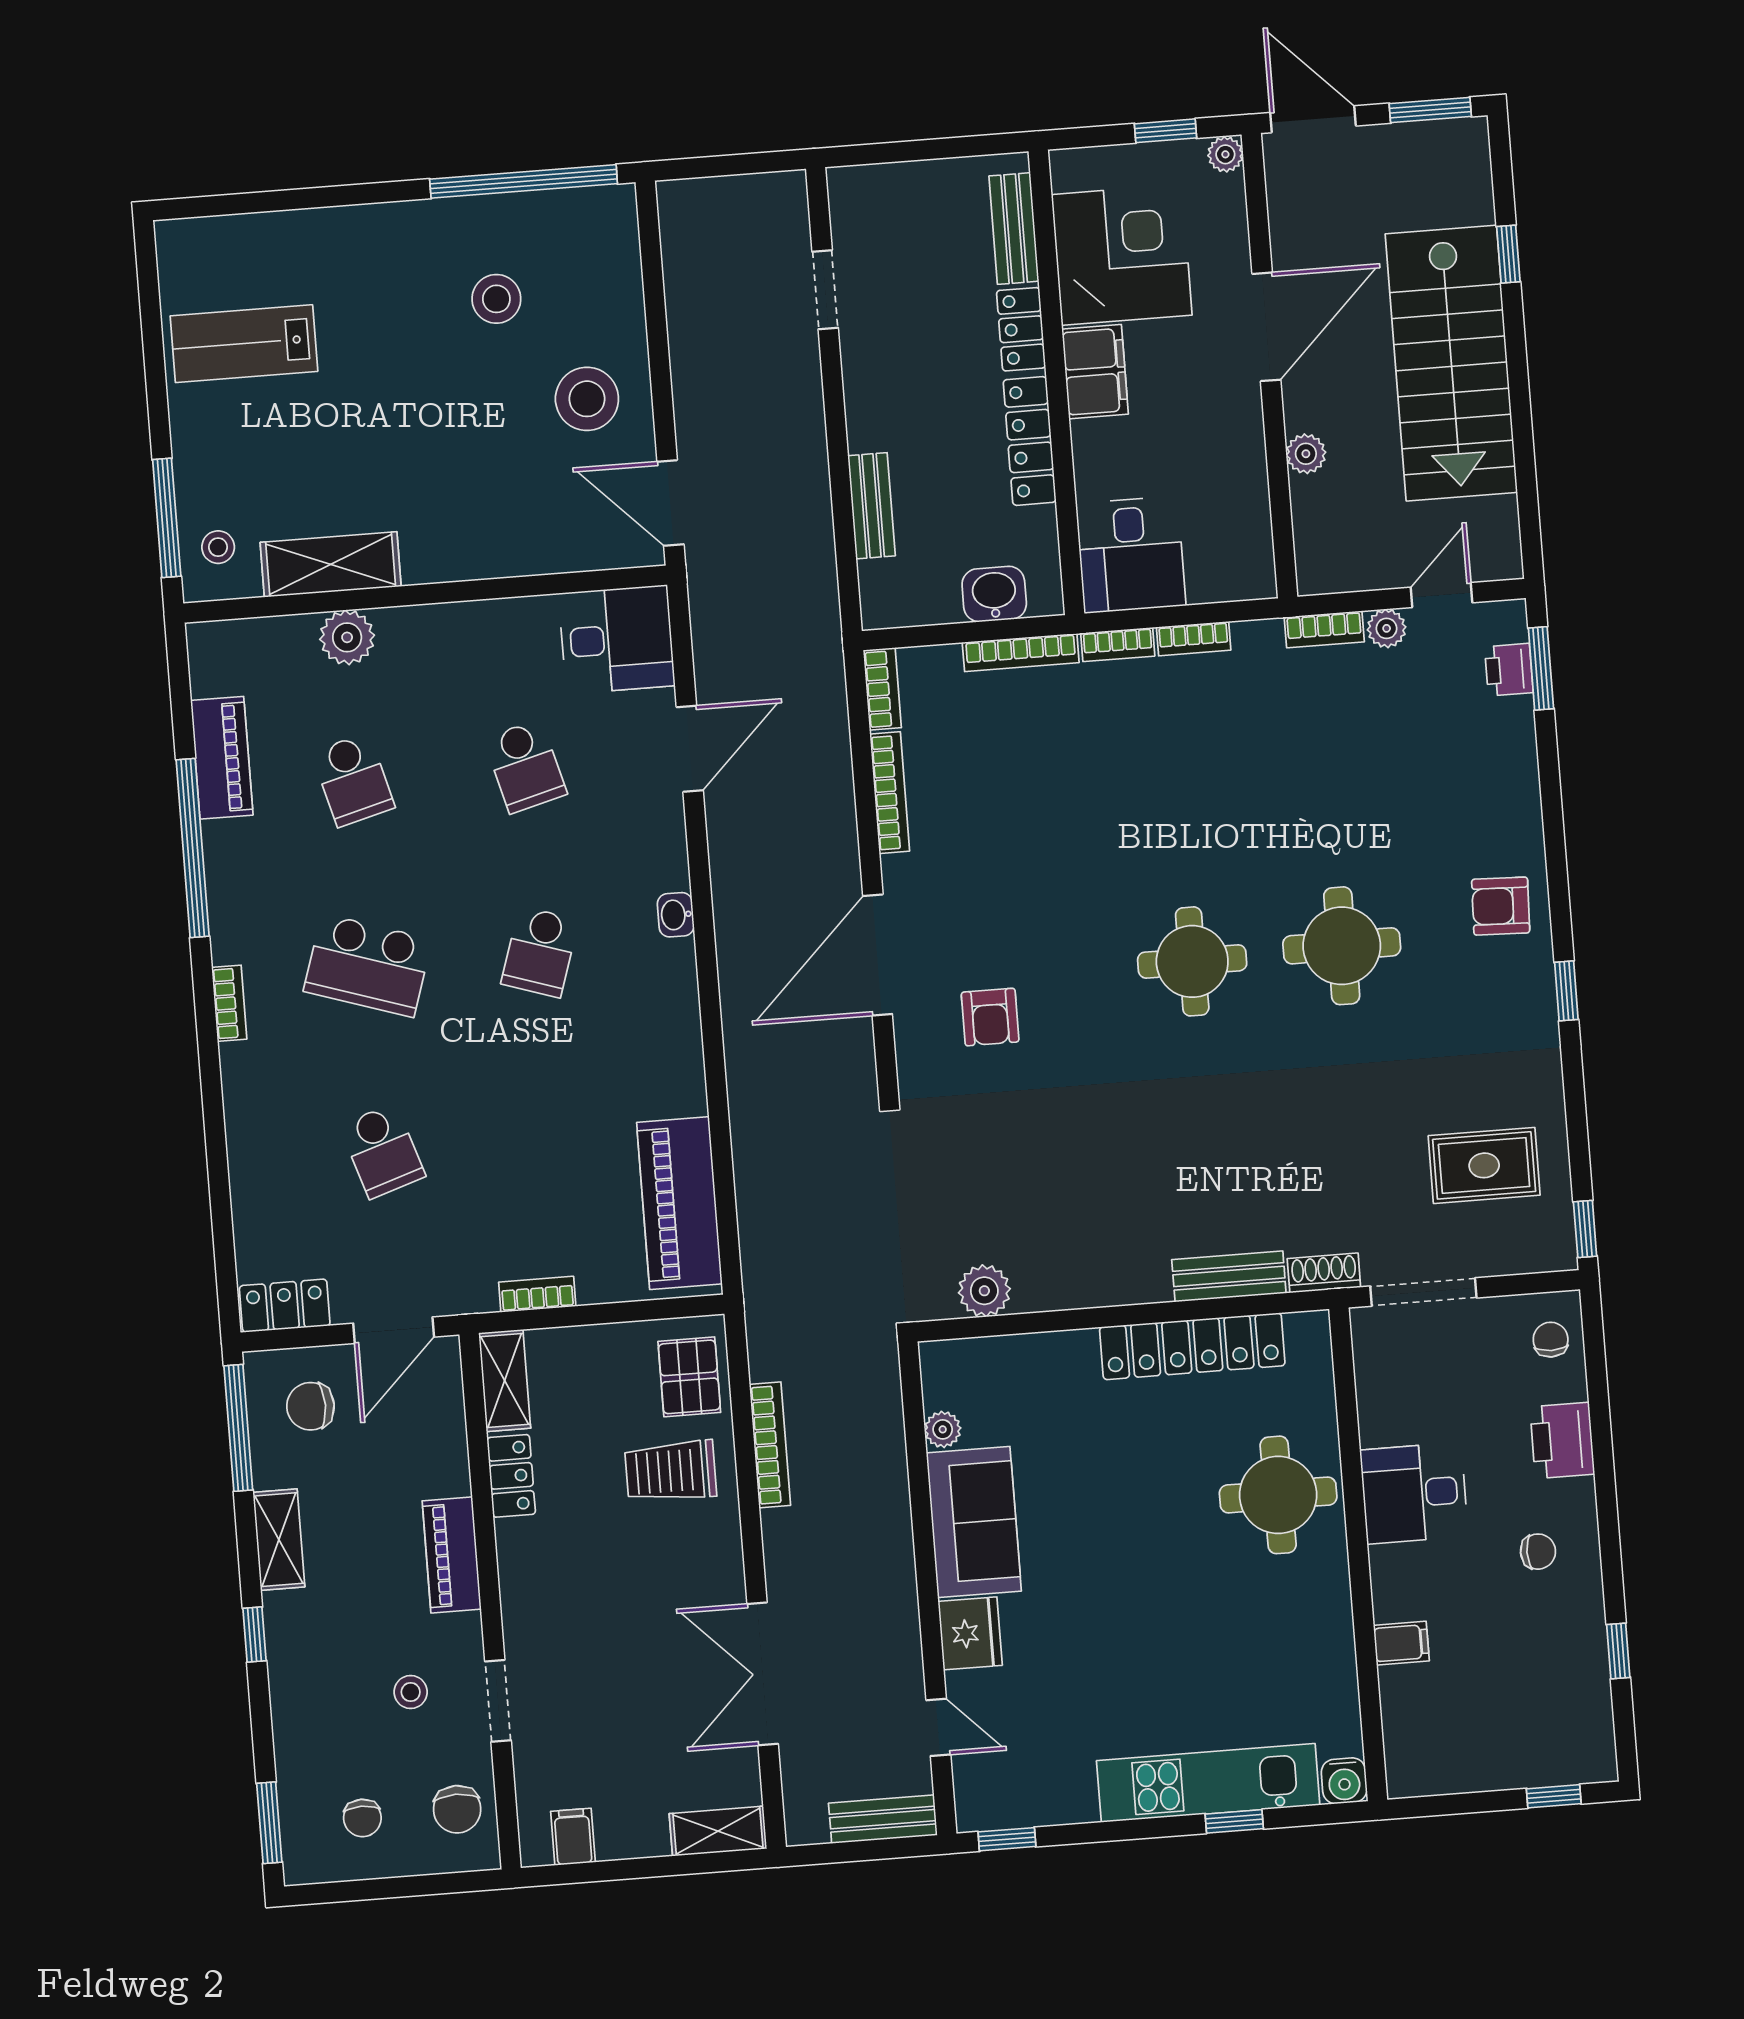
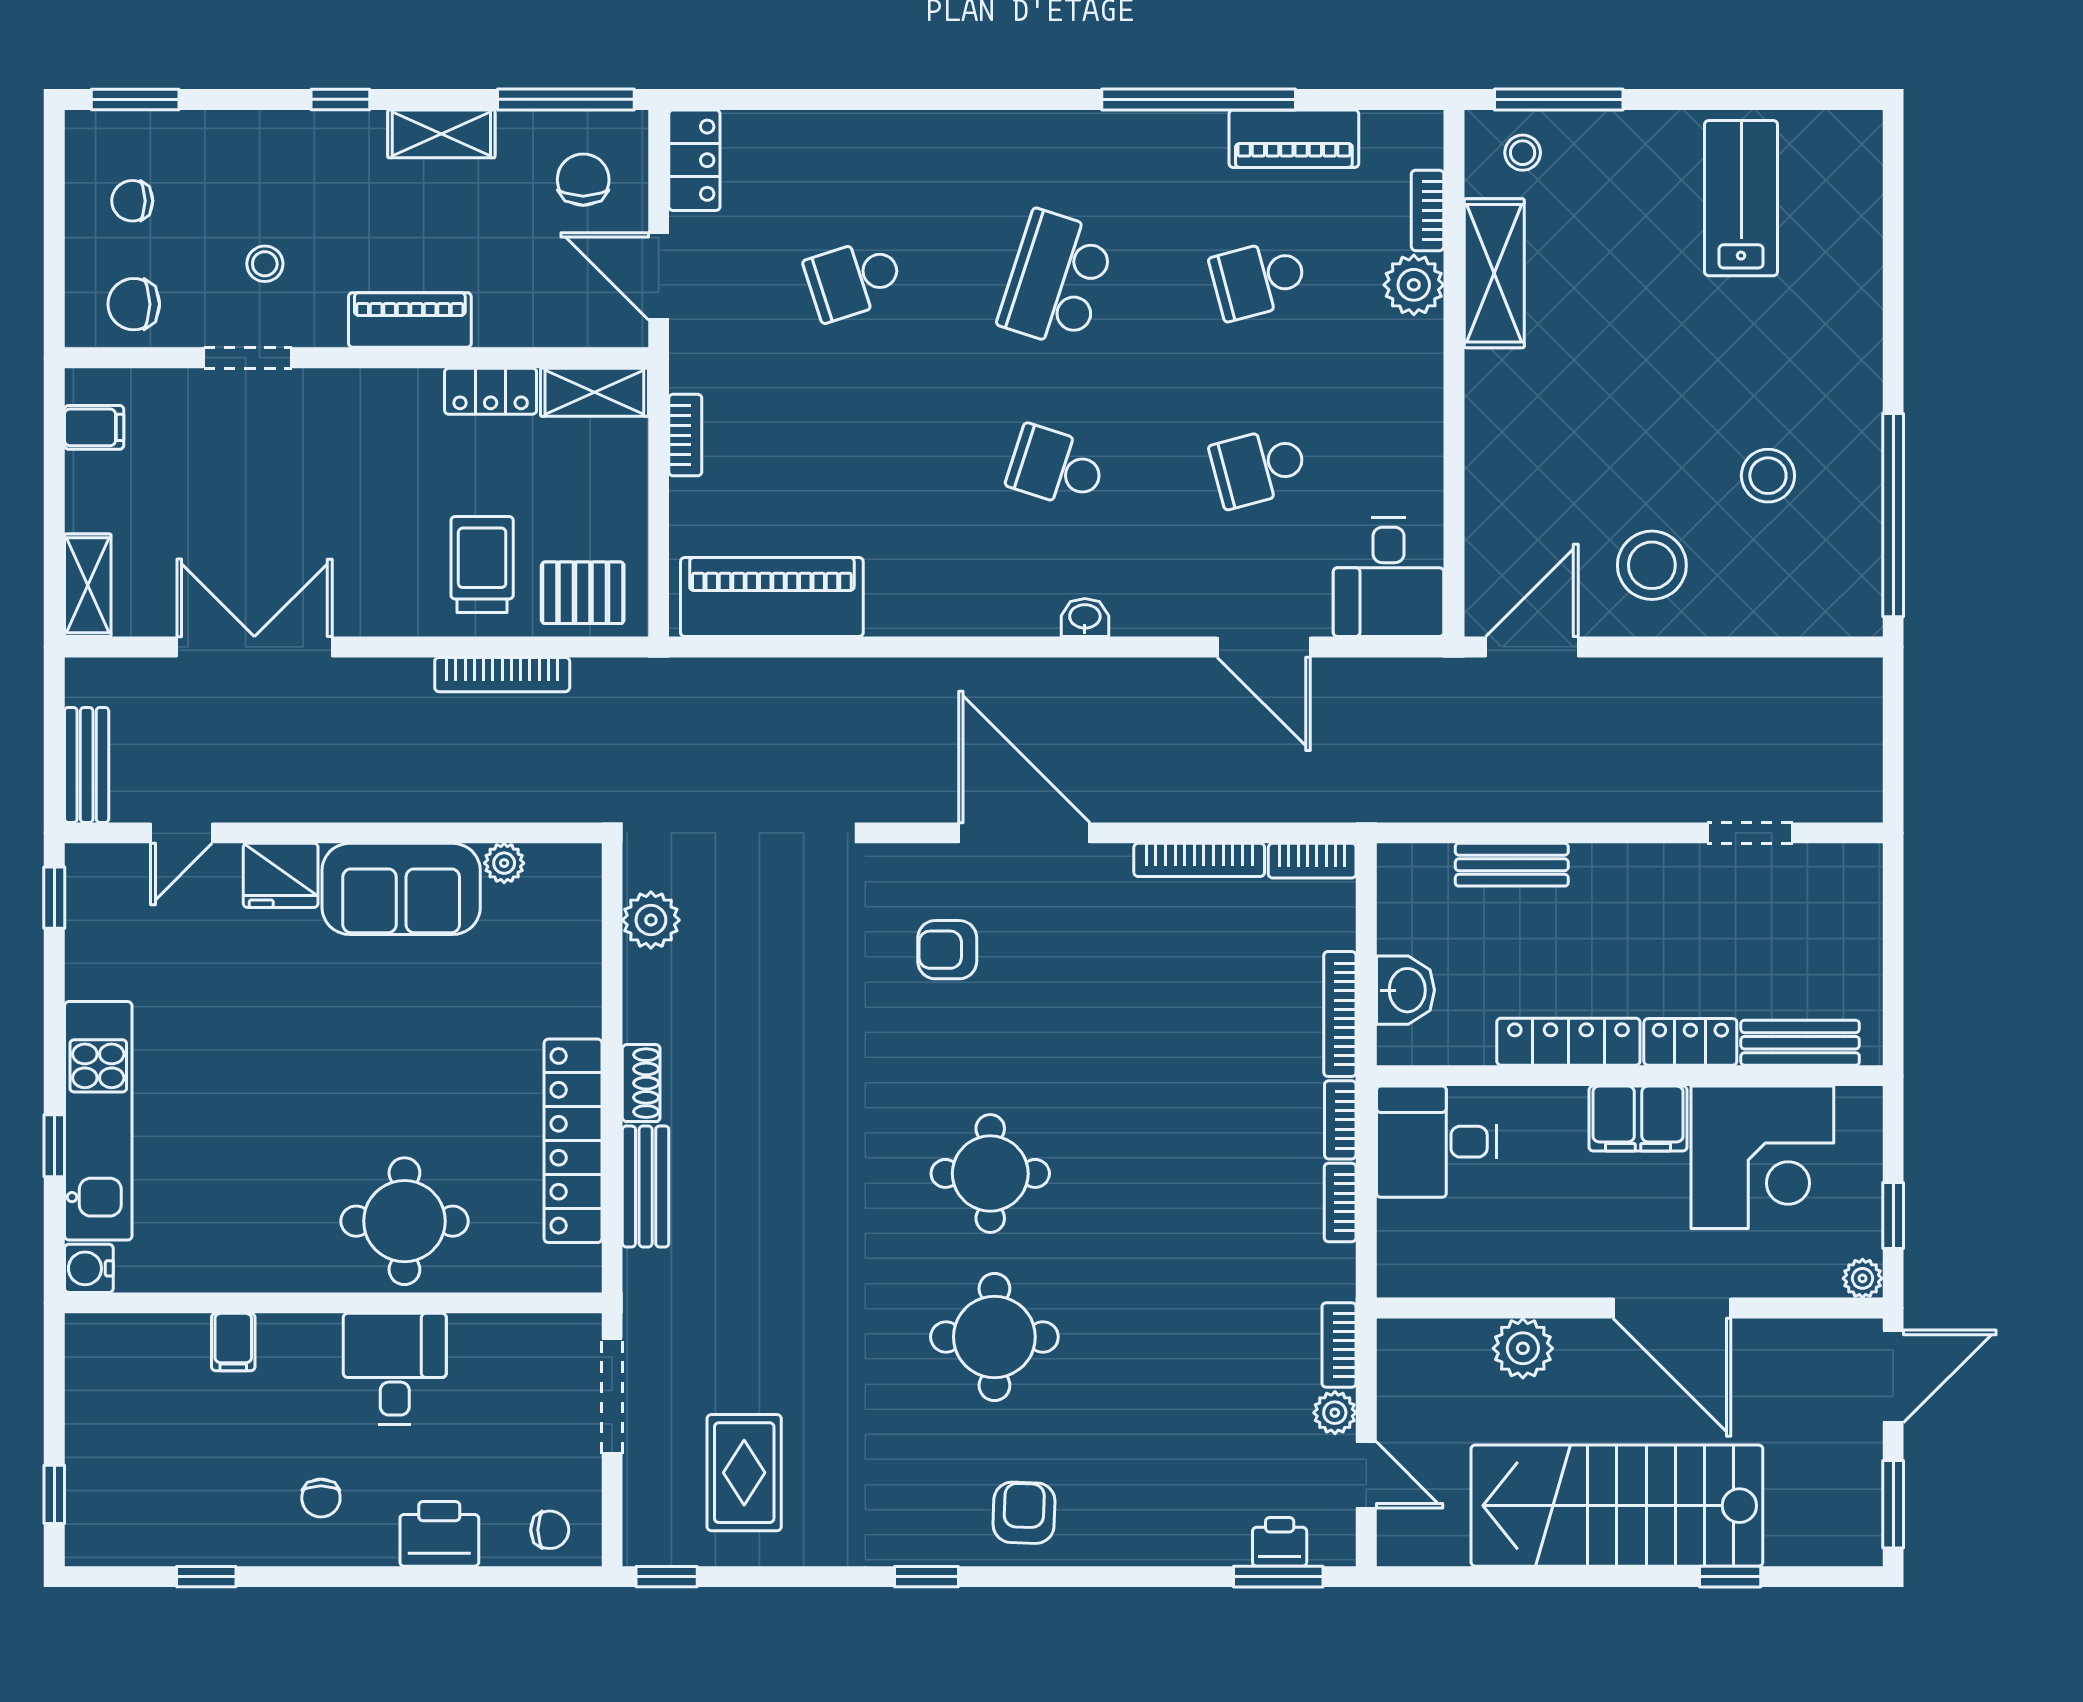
plant: (1306, 454) -> (1523, 1348), width x1.38, depth x1.38
bookcase: (229, 1003) -> (1428, 210), moved, turned 90
shoe rack: (1324, 1273) -> (641, 1083), moved

